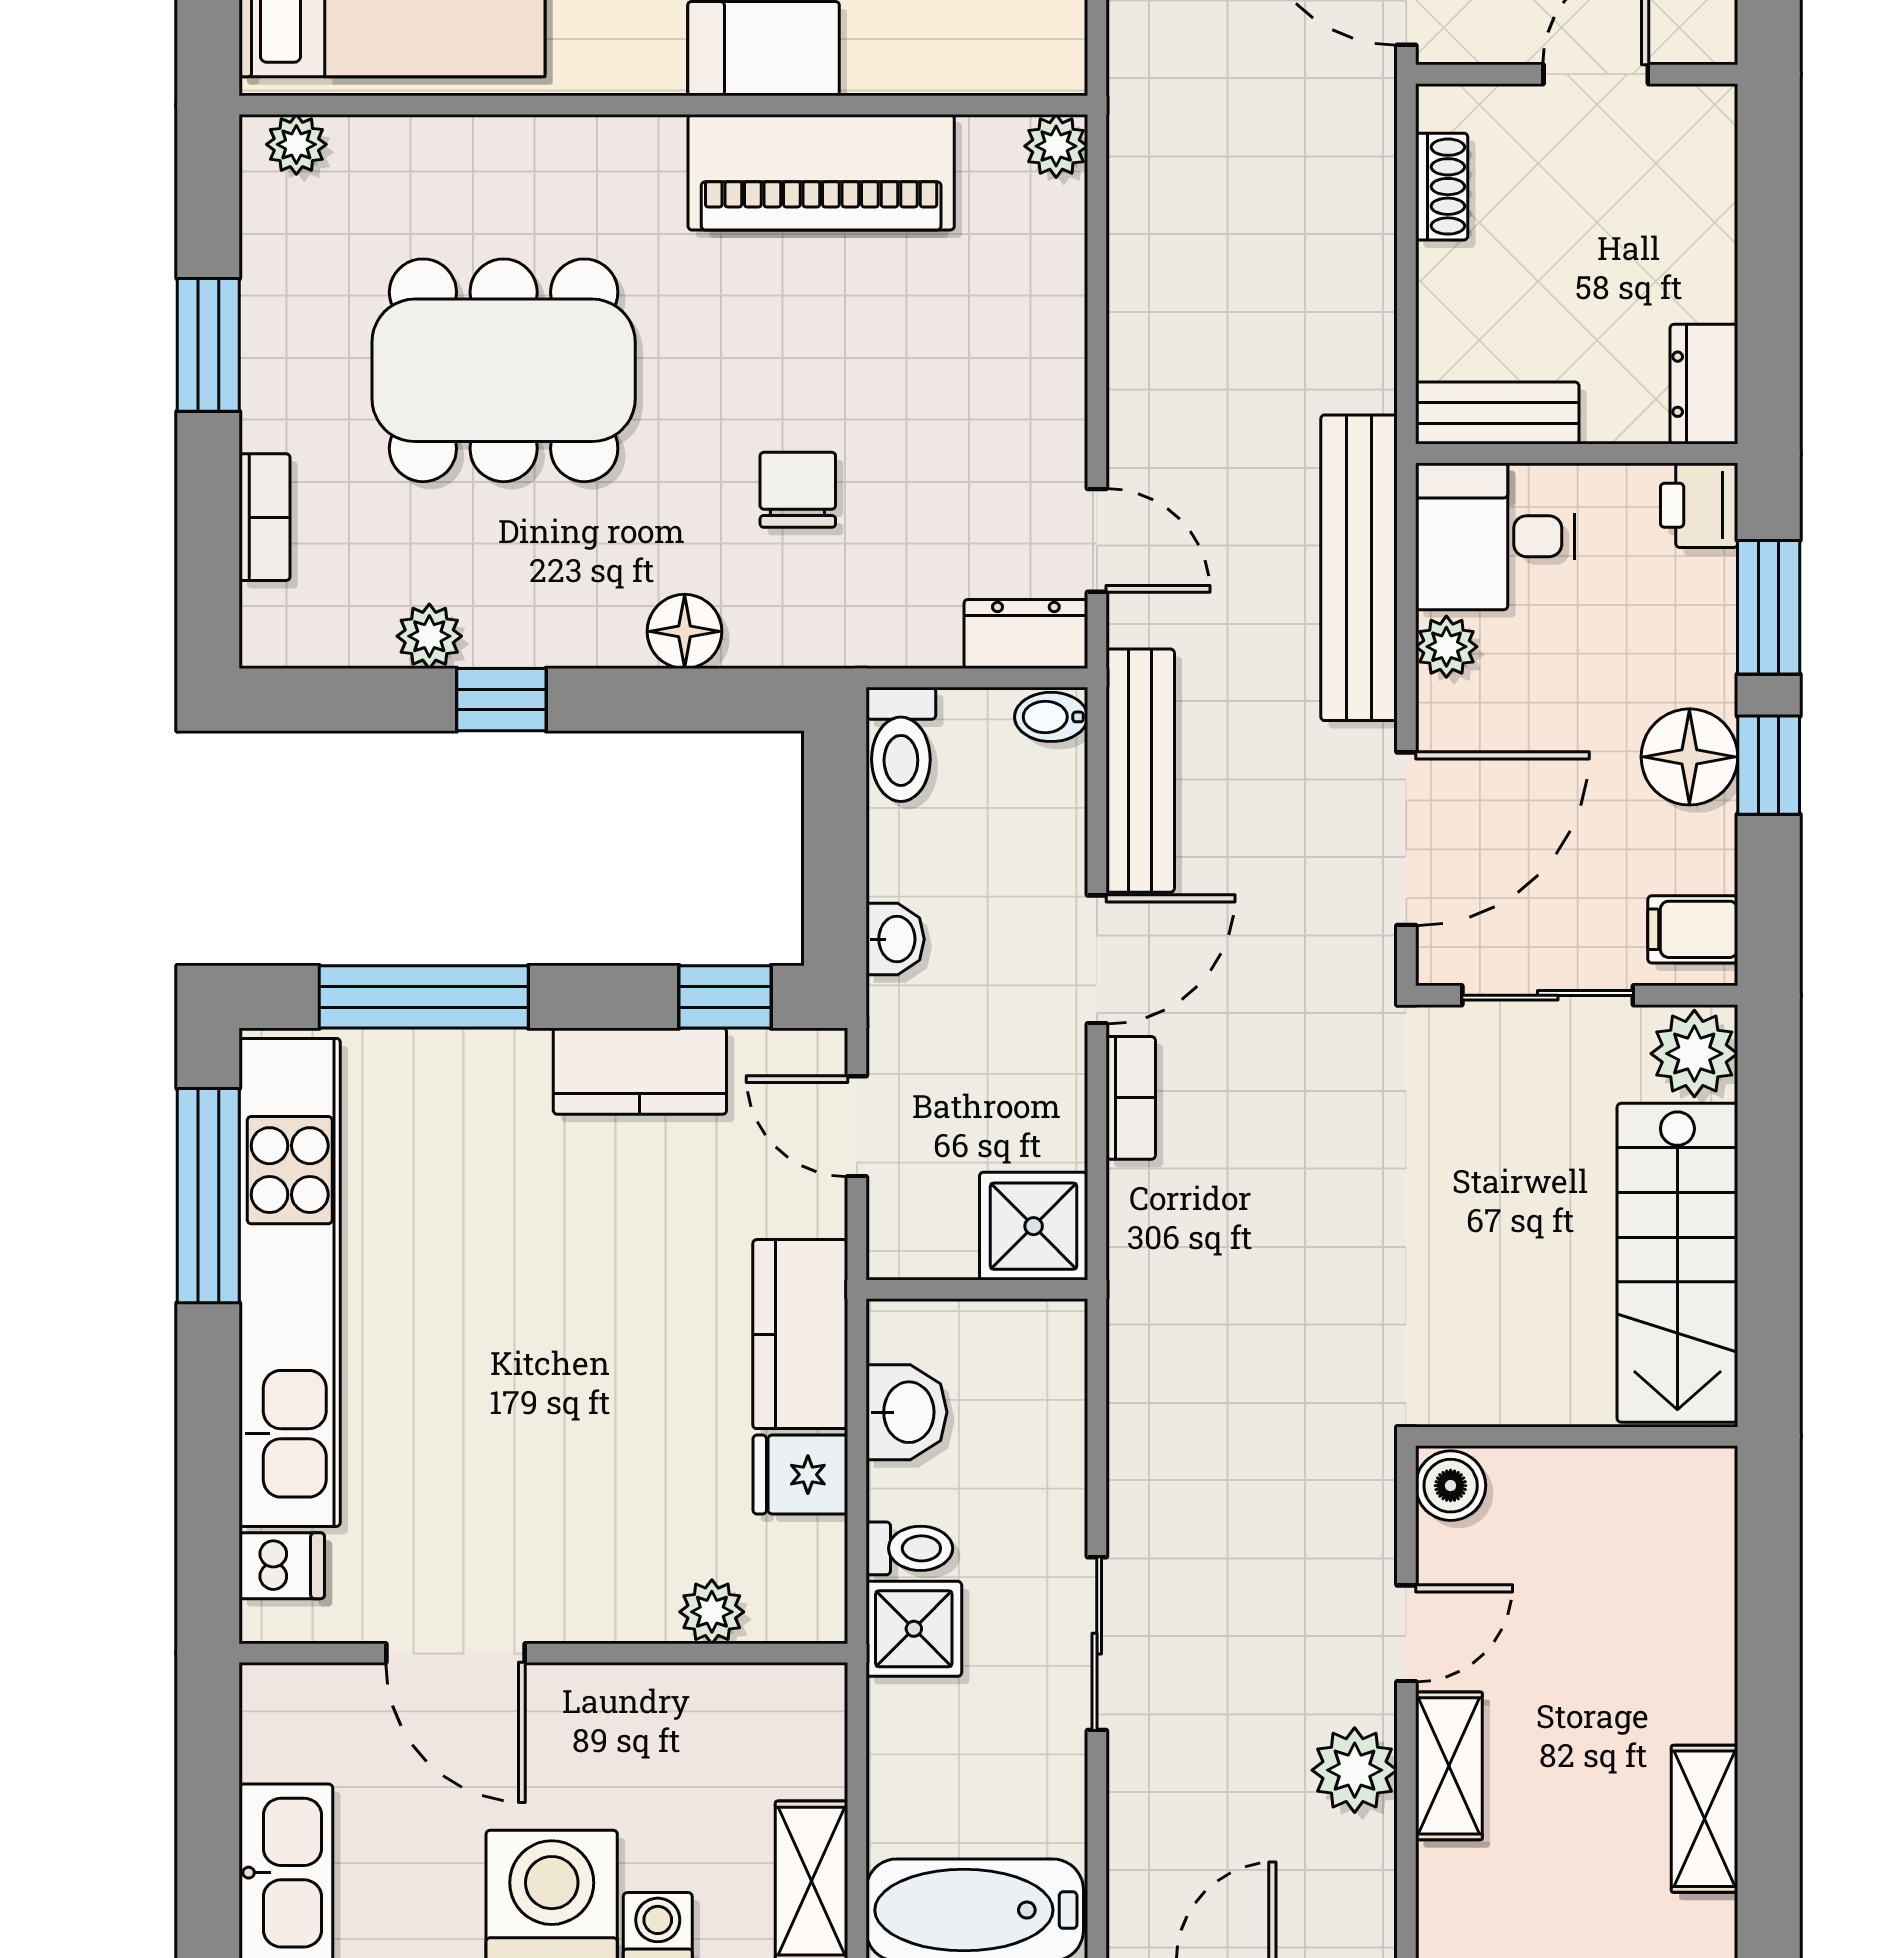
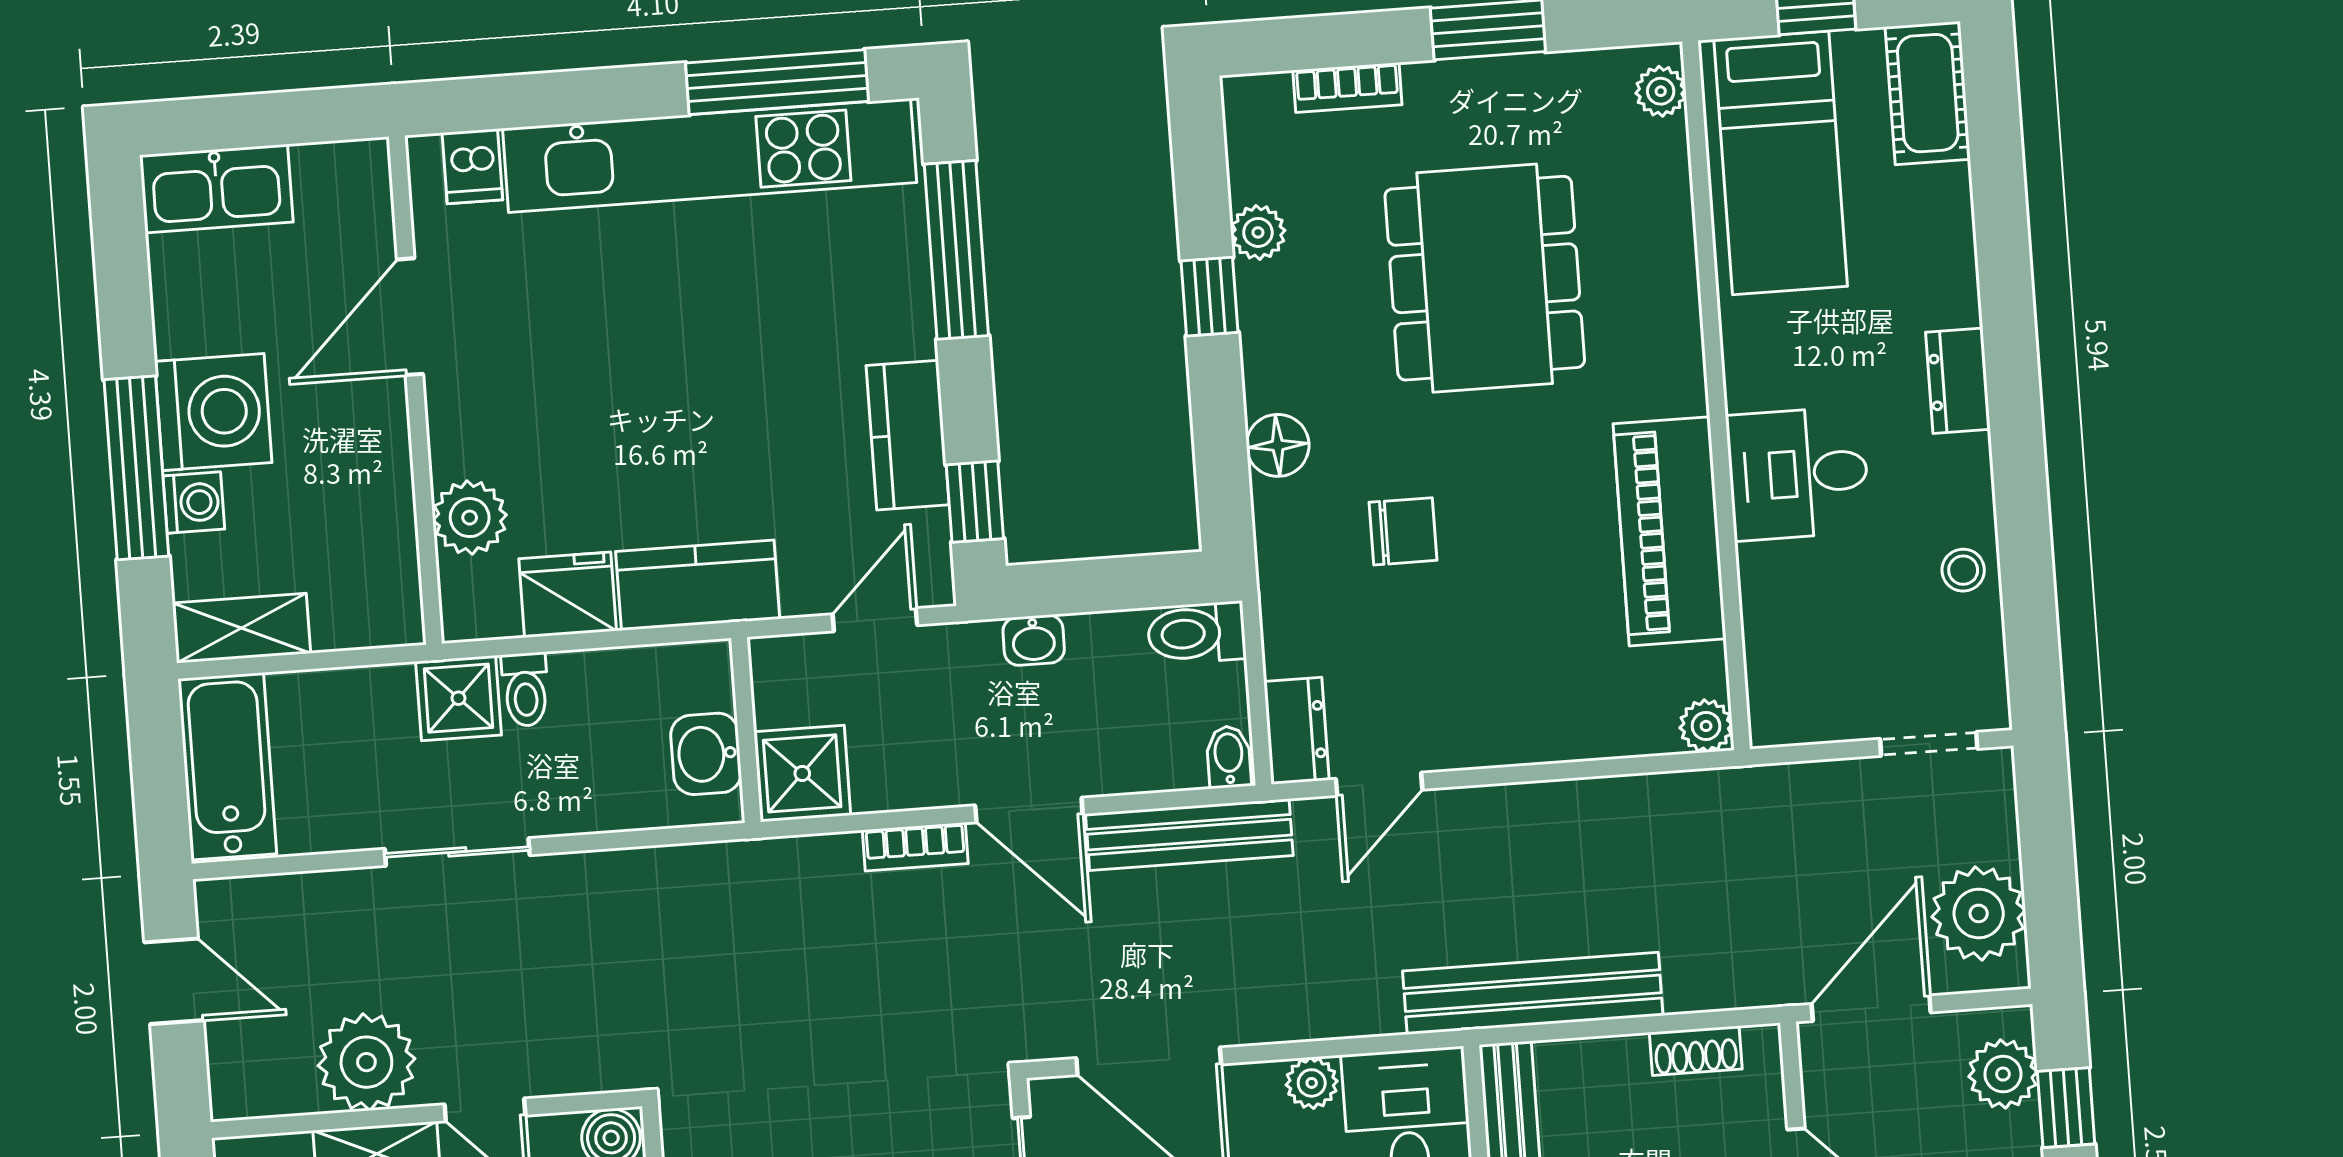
bench: (1359, 568) -> (1533, 993), moved
washbasin: (906, 1412) -> (706, 754), moved, turned 90
fridge: (800, 1475) -> (568, 595), width x1.38
plant: (712, 1612) -> (470, 518), width x1.38, depth x1.38
plant: (1355, 1770) -> (366, 1062), width x1.36, depth x1.36

